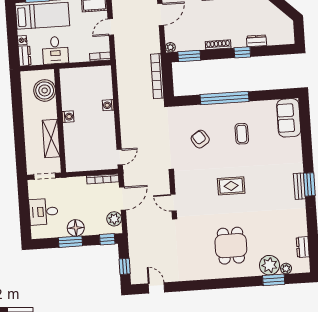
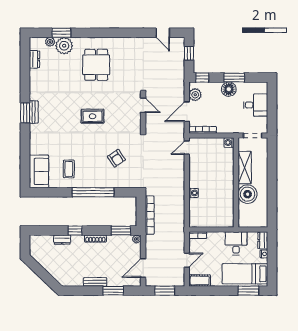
boiler: (45, 90) -> (248, 194), moved
washing machine: (68, 117) -> (229, 142), moved
coffee table: (242, 134) -> (69, 169), moved

